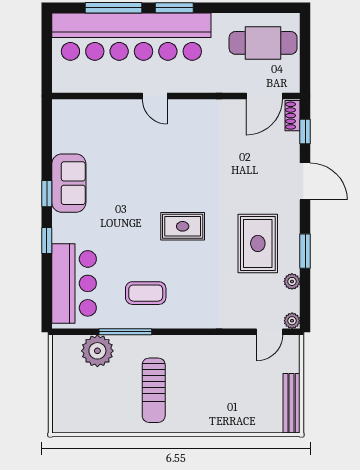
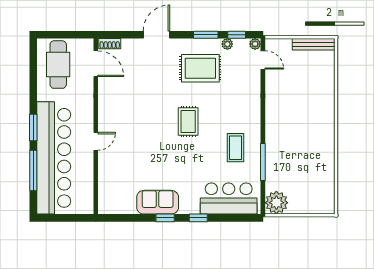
window: (305, 132) -> (237, 35), moved
plant: (97, 351) -> (276, 203), moved
sun lounger: (154, 390) -> (304, 142), removed

